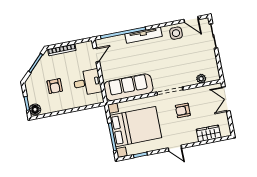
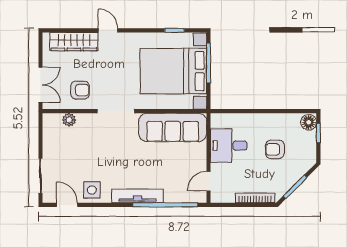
armchair: (55, 86) -> (275, 149), turned -89
armchair: (183, 110) -> (80, 90), moved
wardrobe: (209, 133) -> (74, 42), width x1.50
door: (175, 148) -> (108, 30), moved

